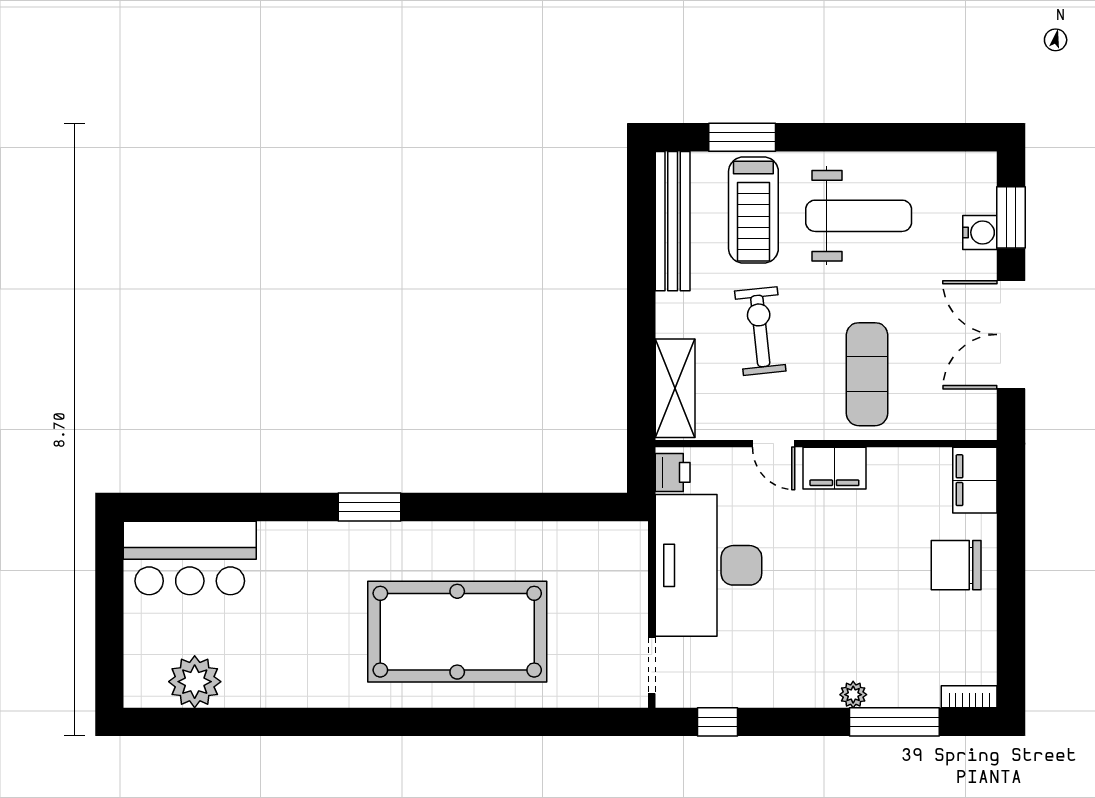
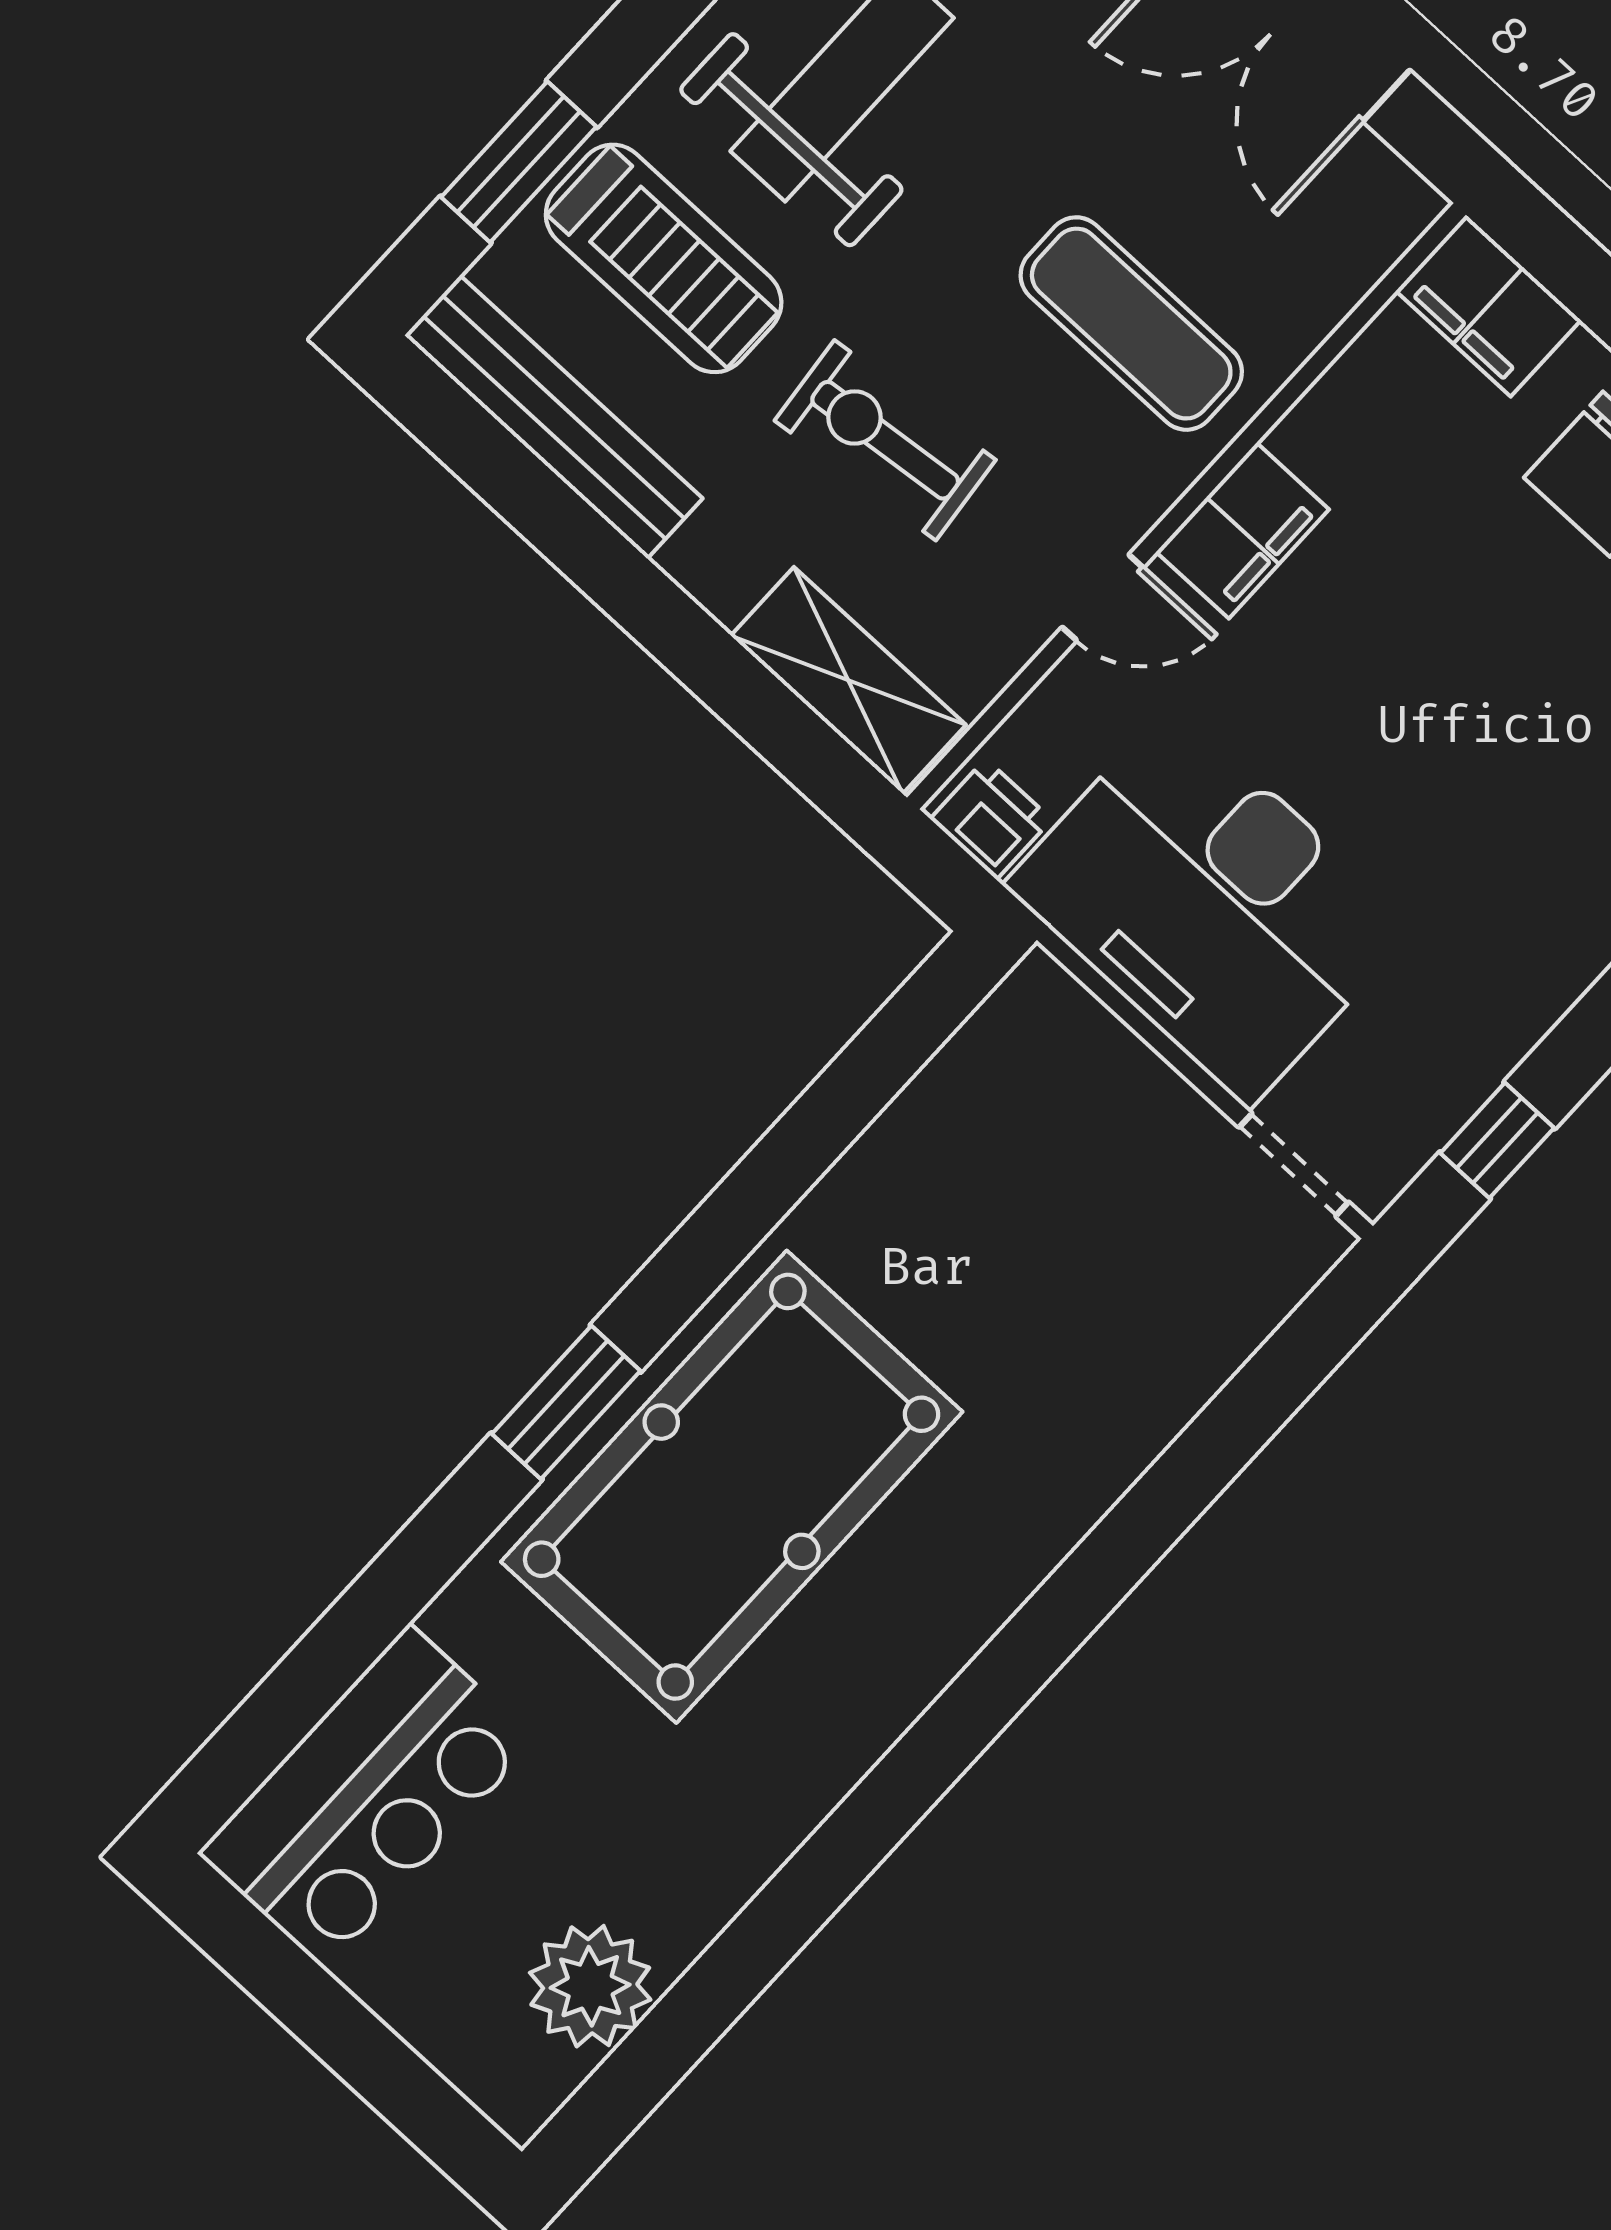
pool table: (457, 632) -> (732, 1487), moved

